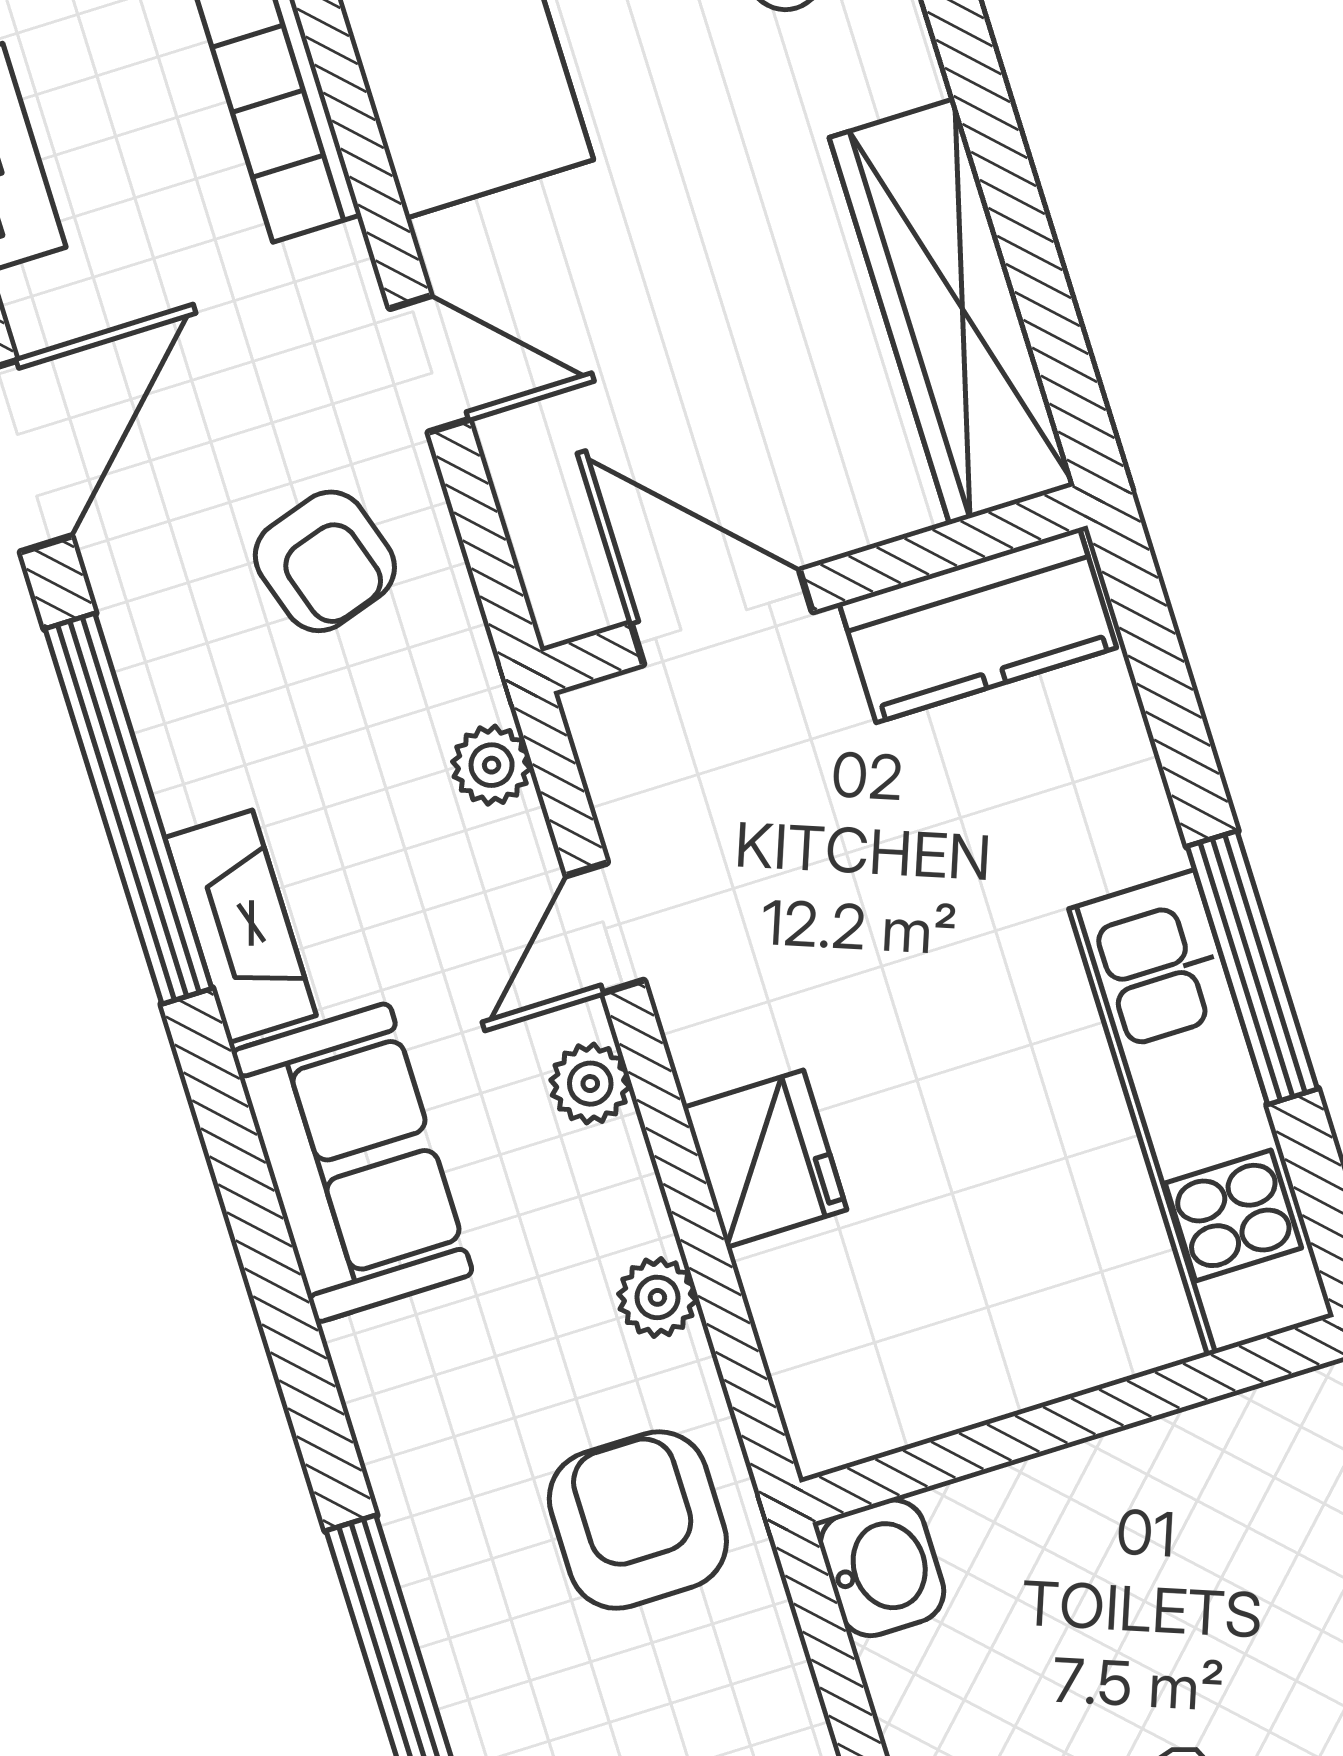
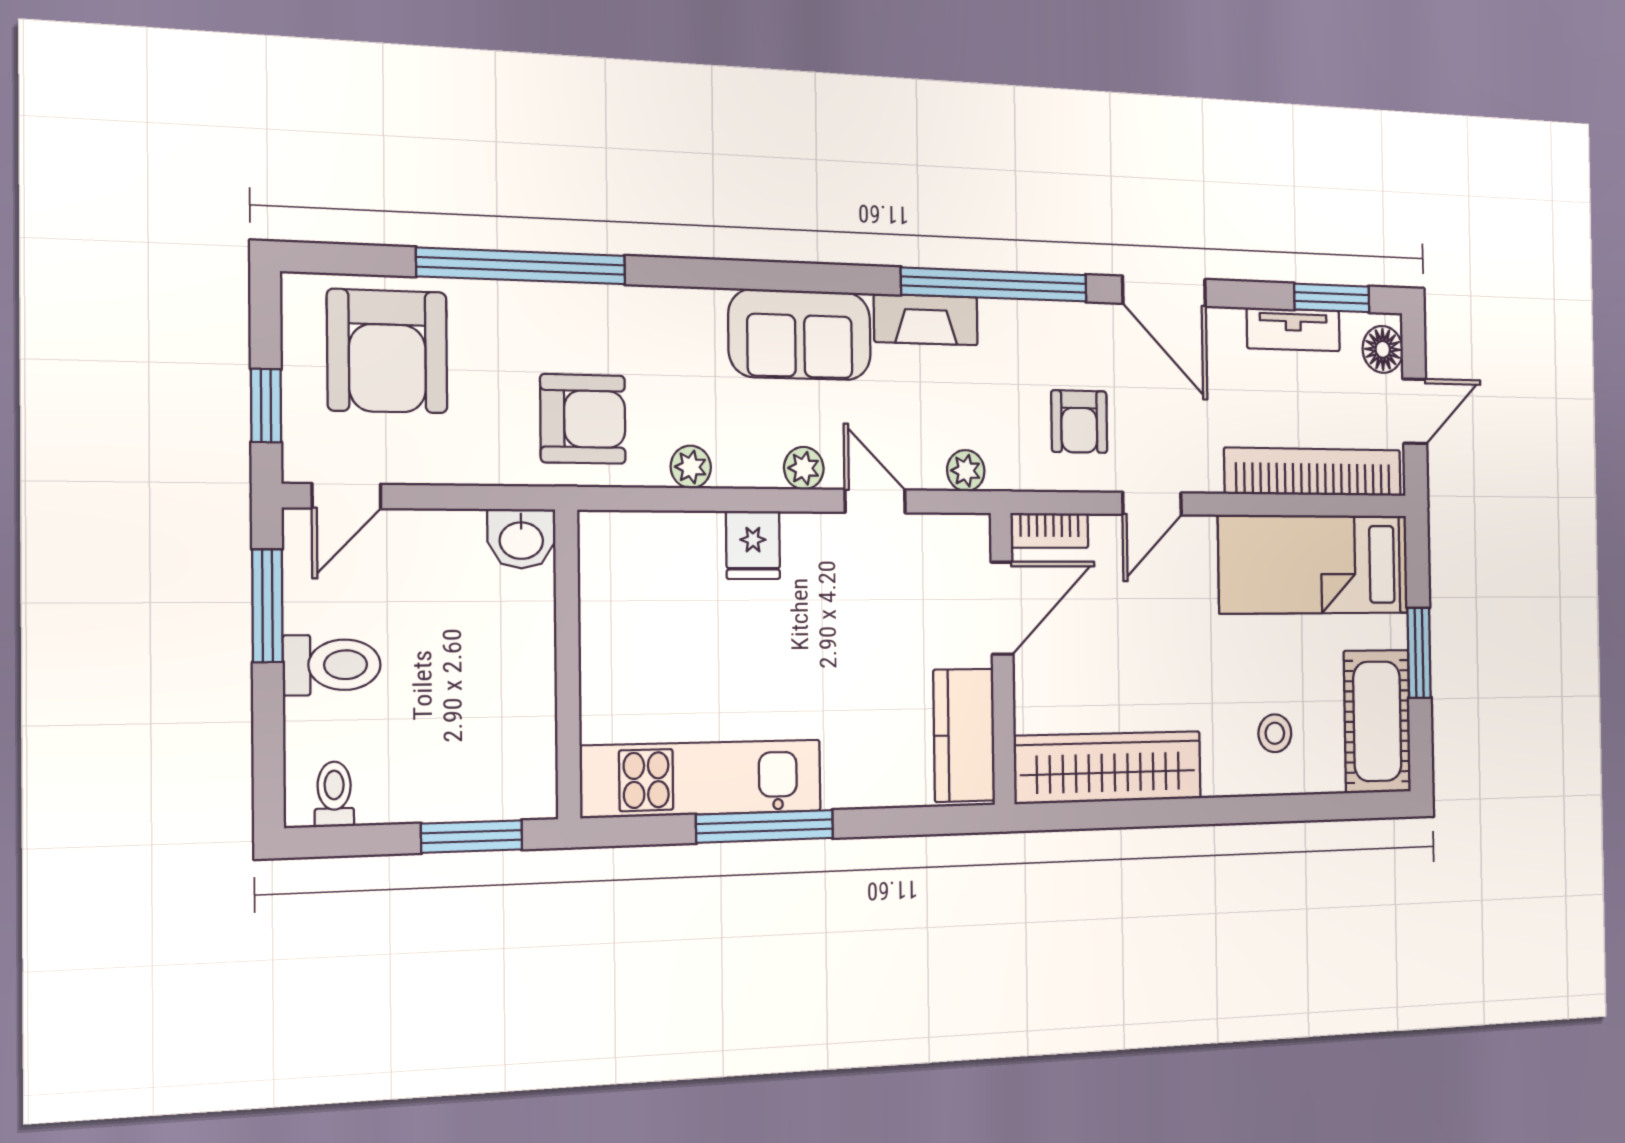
armchair: (325, 561) -> (1079, 422), turned -72
bookcase: (548, 563) -> (1049, 531), added
fridge: (765, 1159) -> (753, 545), width x0.72

